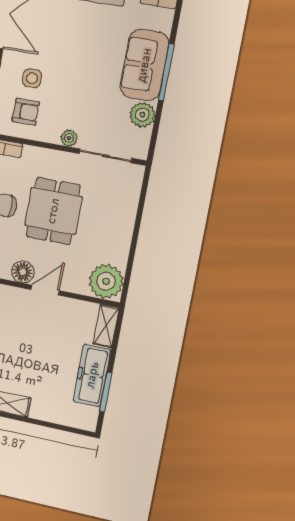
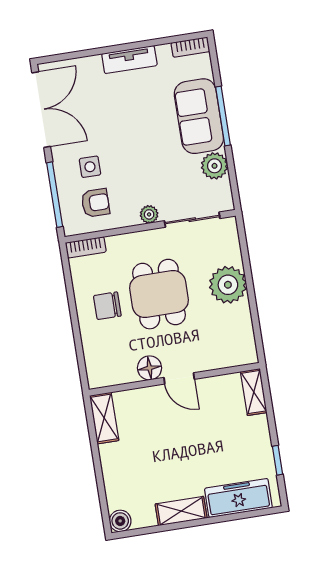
plant: (106, 281) -> (228, 285), moved
door: (45, 290) -> (179, 378), swing flipped
freezer: (92, 375) -> (238, 498), moved, turned 90
window: (106, 392) -> (278, 460), width x0.67

